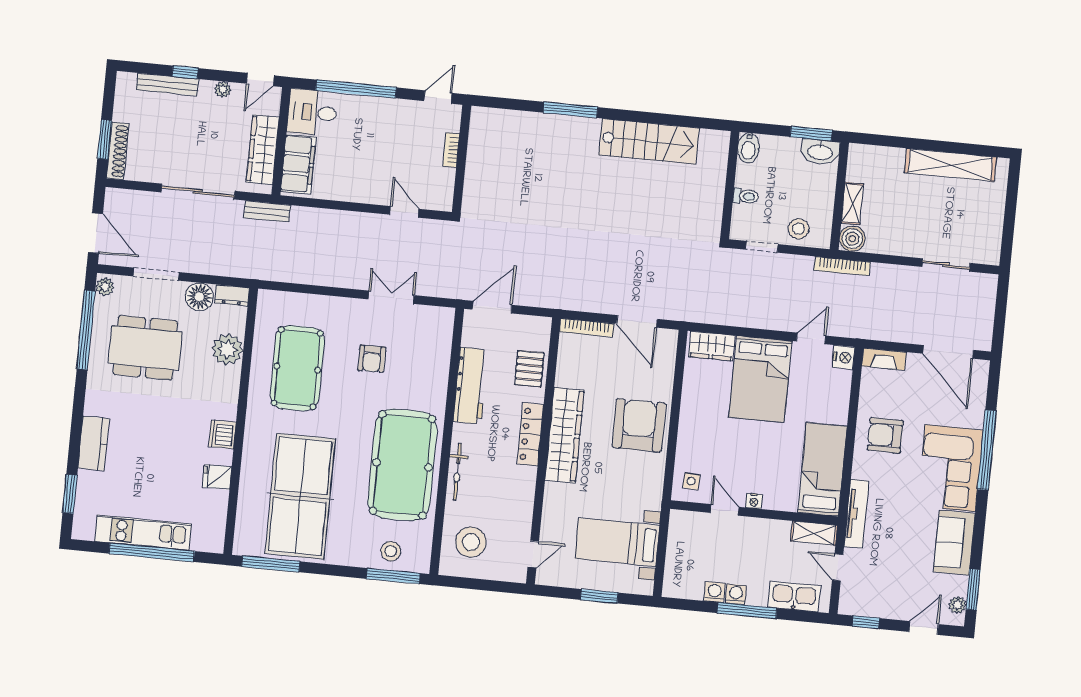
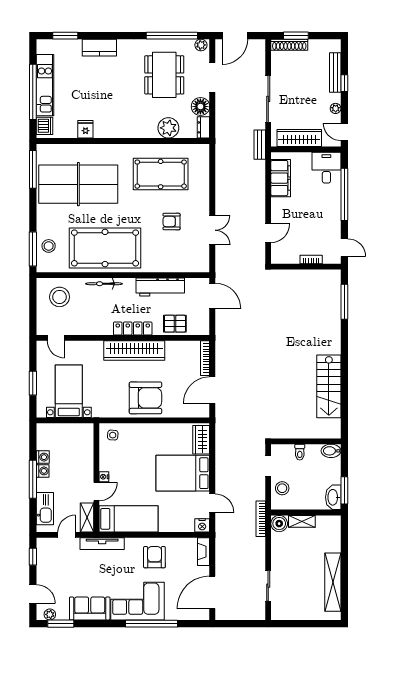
window: (570, 110) -> (344, 302), moved
filing cabinet: (298, 164) -> (281, 178), moved, turned -90
dishwasher: (222, 434) -> (44, 126), moved, turned 90
door: (725, 510) -> (96, 492), moved

